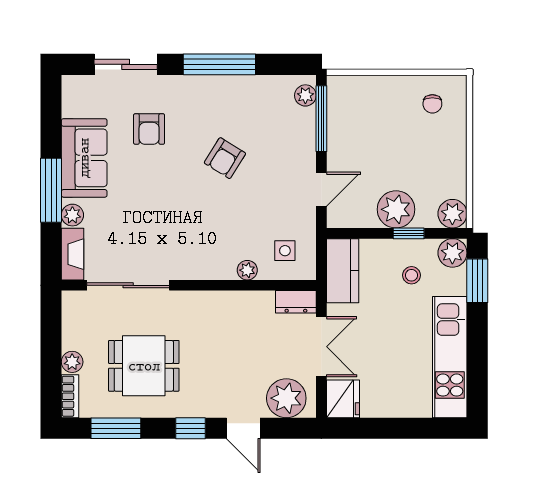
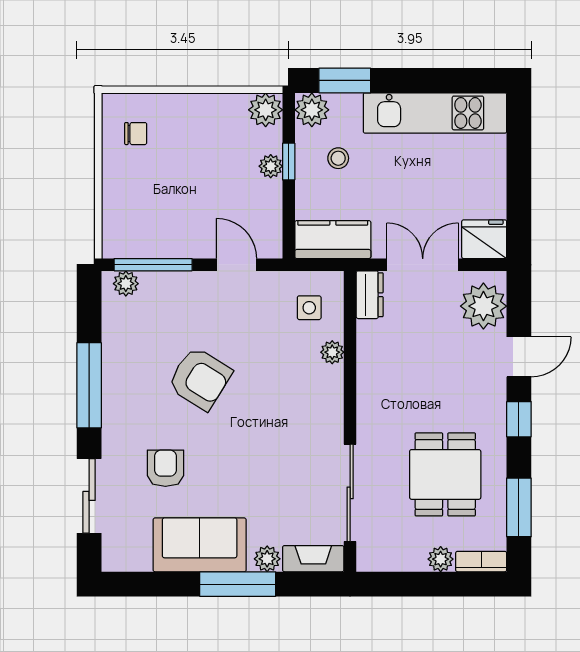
armchair: (149, 129) -> (165, 468), turned -90
armchair: (225, 158) -> (200, 379), width x1.38, depth x1.38
plant: (396, 209) -> (271, 166), width x0.53, depth x0.53

